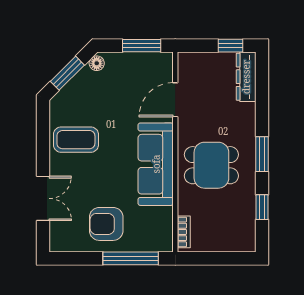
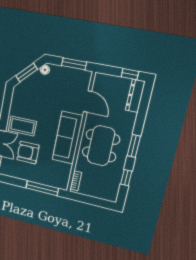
door: (175, 100) -> (88, 101), swing flipped
coffee table: (76, 140) -> (22, 126), moved
dining table: (211, 165) -> (101, 146), width x1.38
armchair: (106, 224) -> (28, 153), moved

